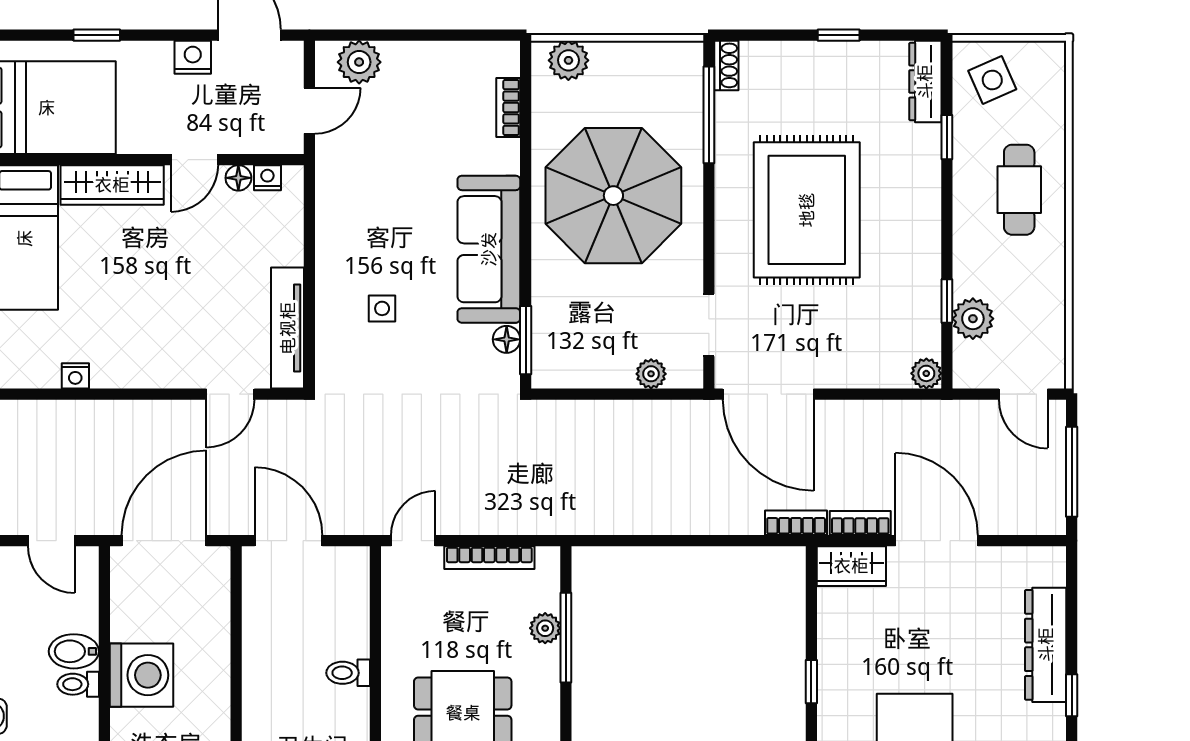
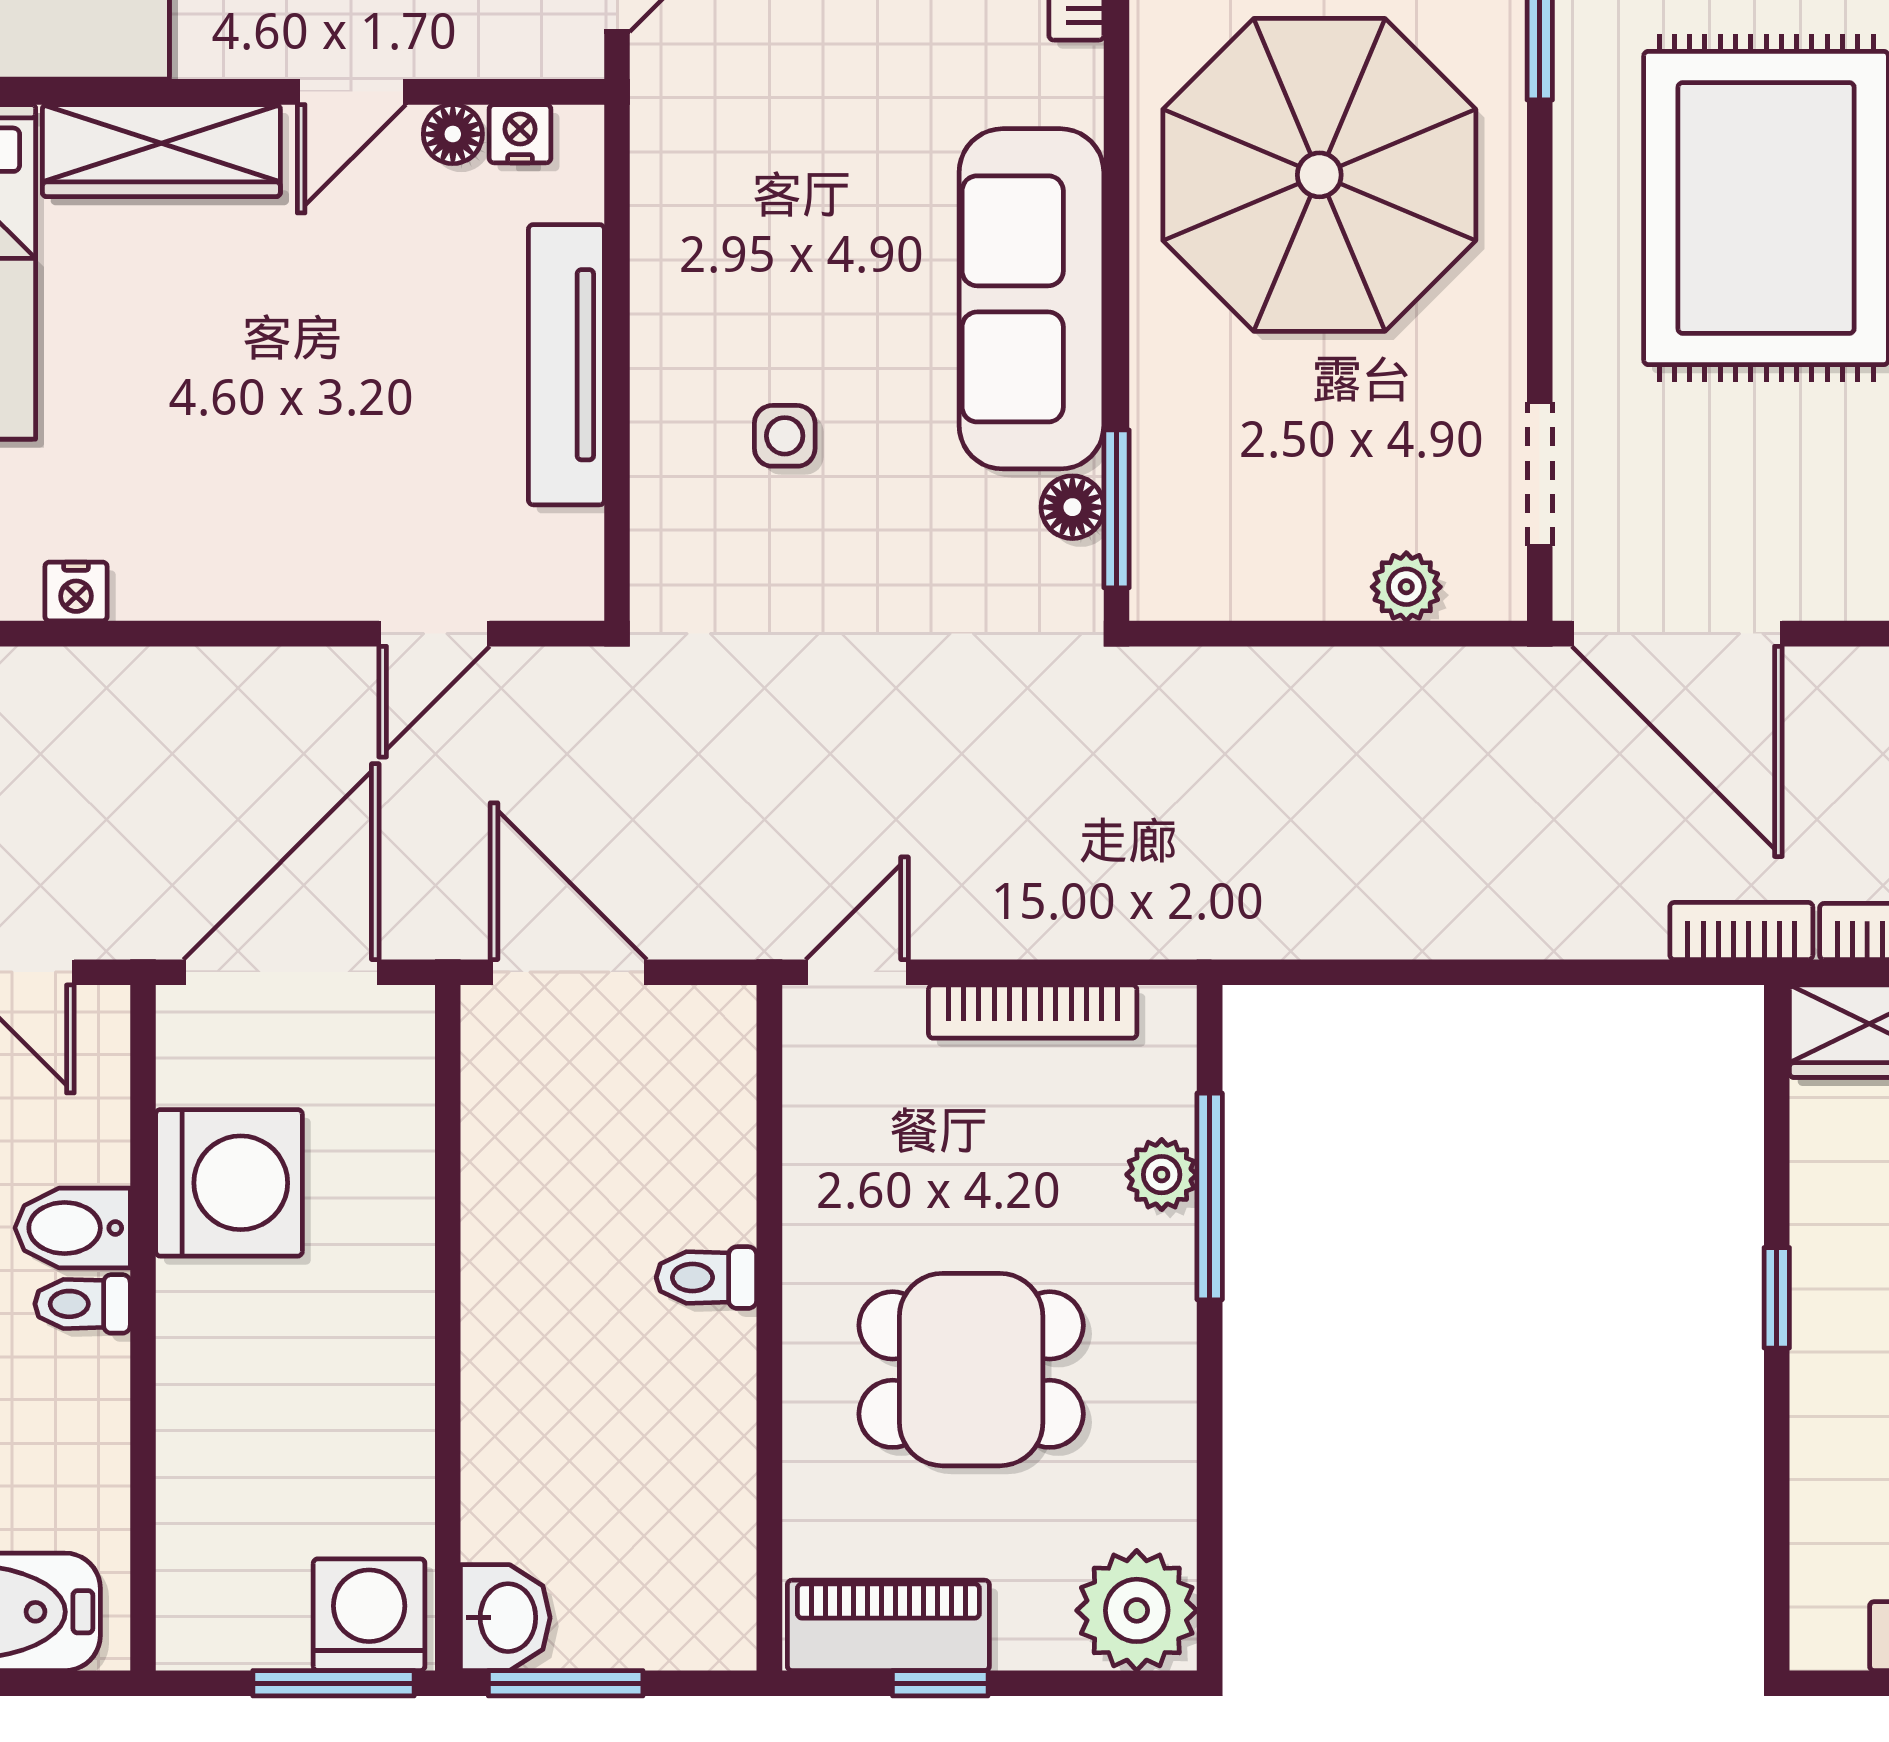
tv unit: (288, 328) -> (566, 365), moved
washing machine: (141, 675) -> (229, 1183), moved

